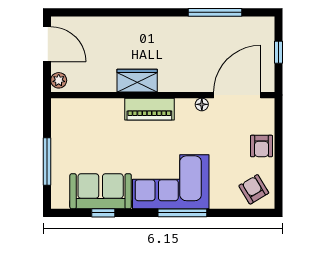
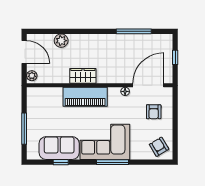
plant: (104, 27) -> (61, 41), added
piano: (149, 109) -> (85, 97), width x1.37, depth x1.33
armchair: (262, 146) -> (154, 112), moved

